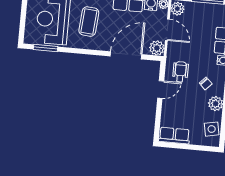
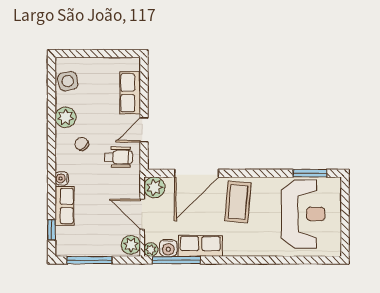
coffee table: (89, 22) -> (238, 202), moved
wheelchair: (180, 72) -> (119, 157), turned -90
row of seats: (174, 136) -> (130, 93), moved, turned 90

